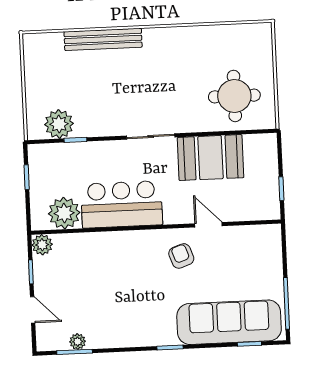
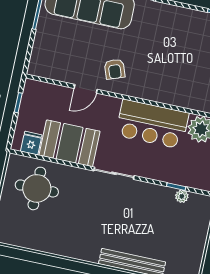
plant: (59, 124) -> (182, 196), width x0.53, depth x0.53
fridge: (254, 146) -> (31, 143), added
door: (208, 225) -> (86, 89), hinge flipped

